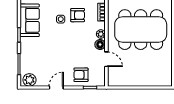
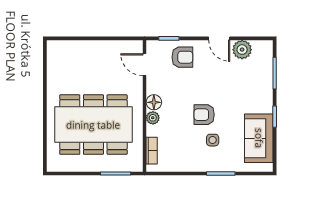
armchair: (78, 15) -> (204, 115), moved
door: (106, 59) -> (145, 65), moved
plant: (29, 80) -> (242, 50), moved
door: (56, 87) -> (219, 38), hinge flipped

